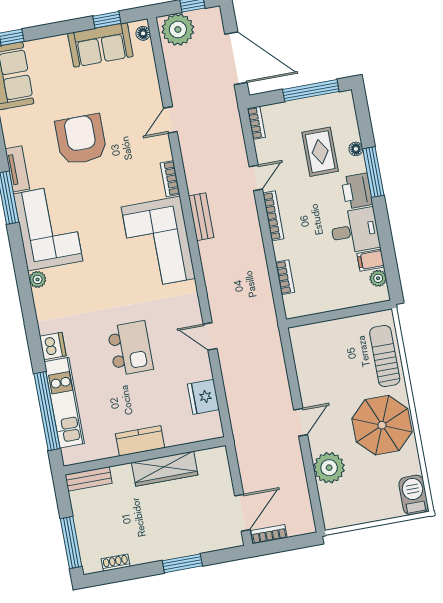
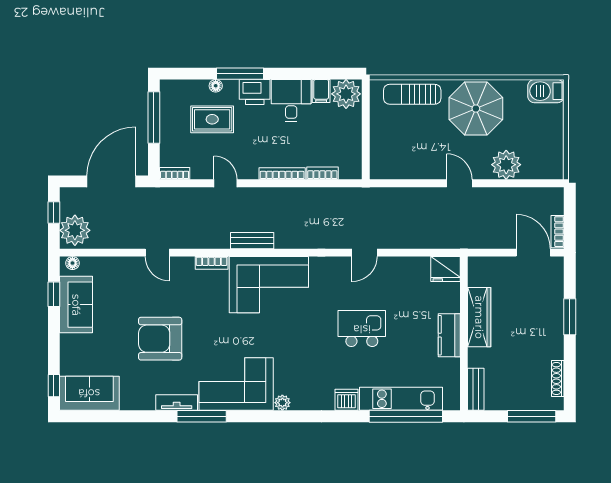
bookcase: (273, 216) -> (282, 174), moved
plant: (378, 278) -> (346, 94), width x1.88, depth x1.88
fridge: (203, 397) -> (445, 269), moved
shoe rack: (116, 563) -> (558, 378), width x1.43

